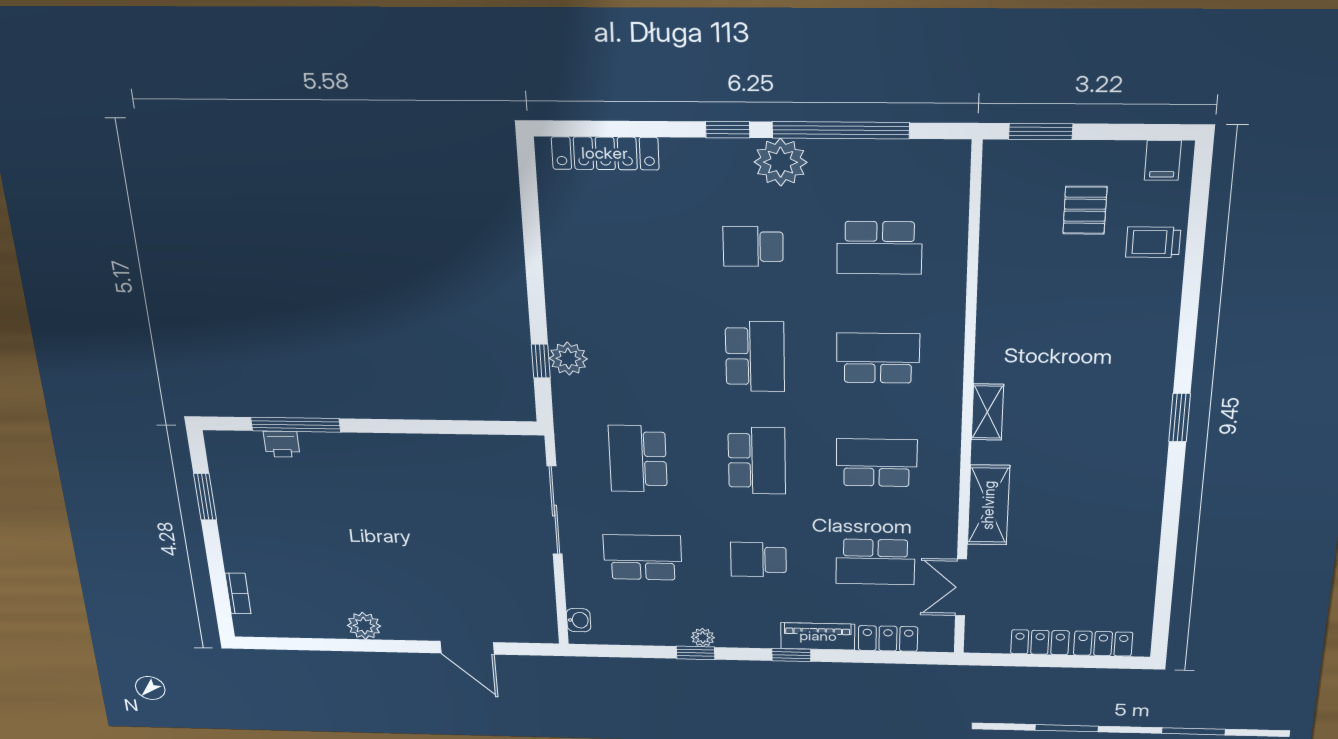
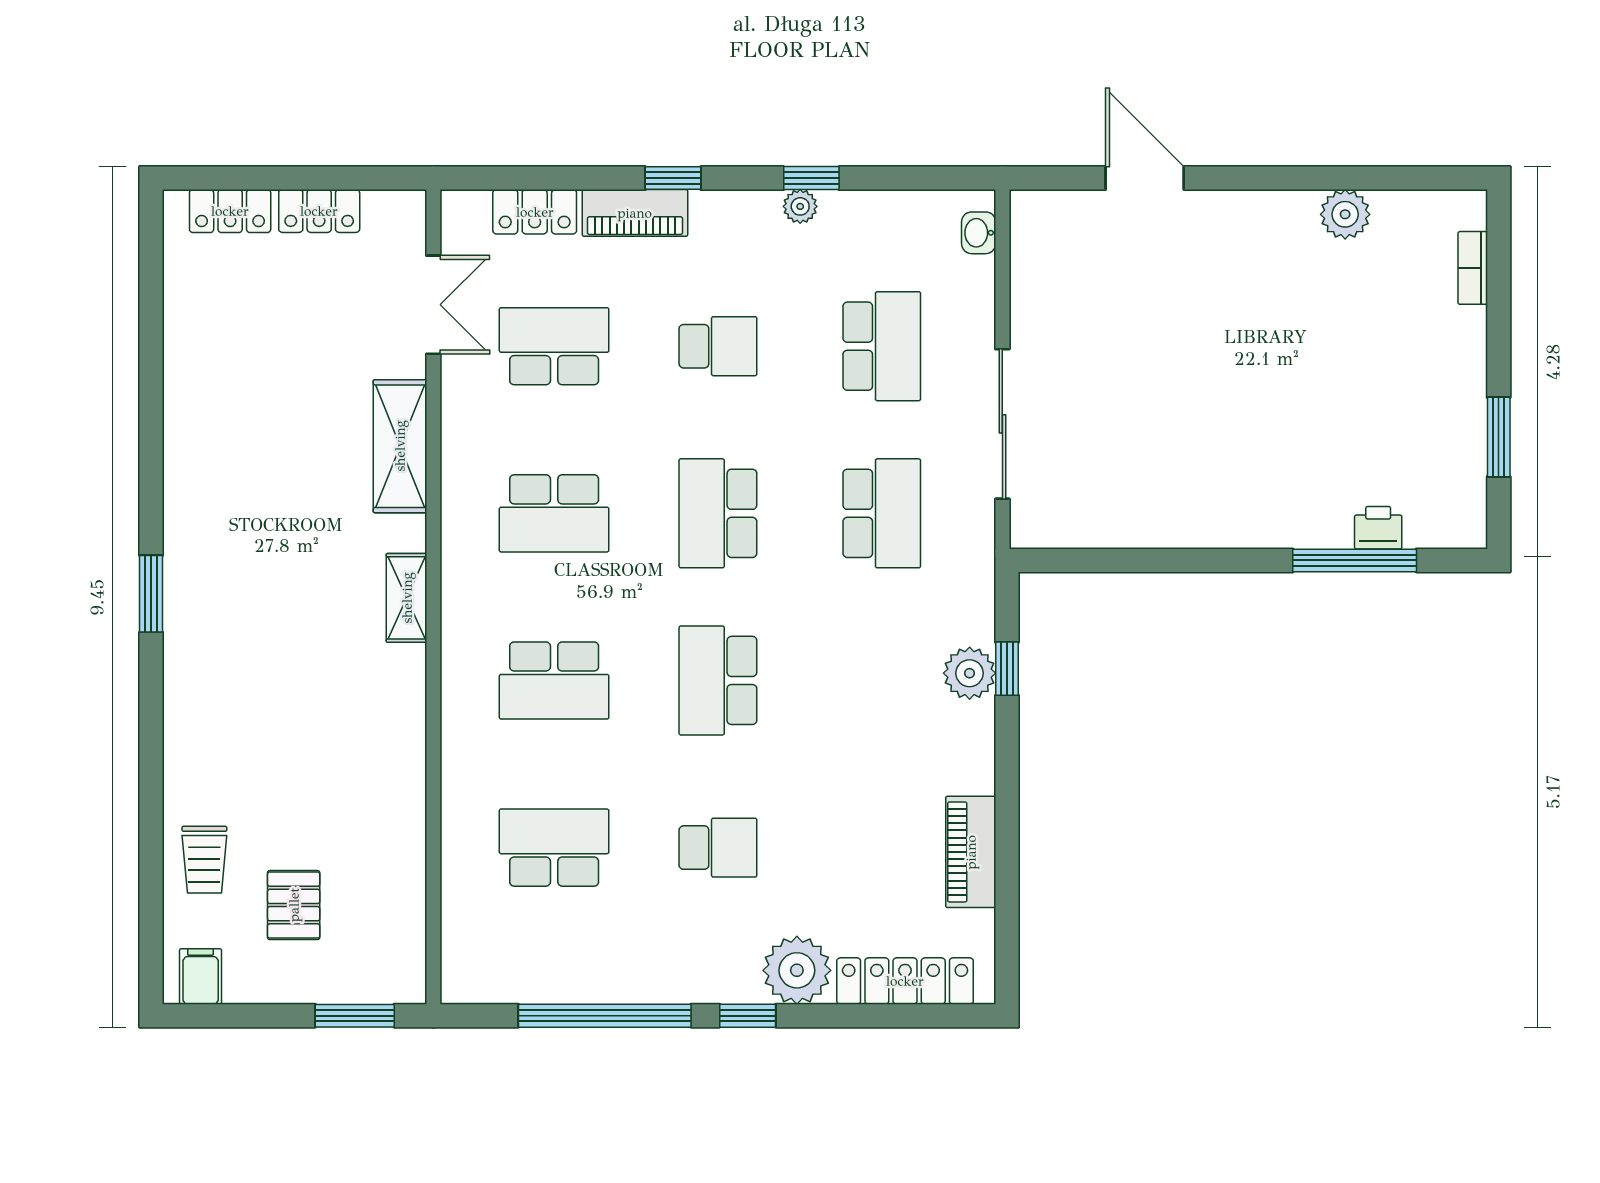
plant: (781, 162) -> (797, 970), moved
piano: (560, 242) -> (971, 852), added
trolley: (1153, 242) -> (204, 860), turned 90
school desk: (643, 557) -> (882, 346), turned -90
plant: (364, 626) -> (1345, 214), moved

